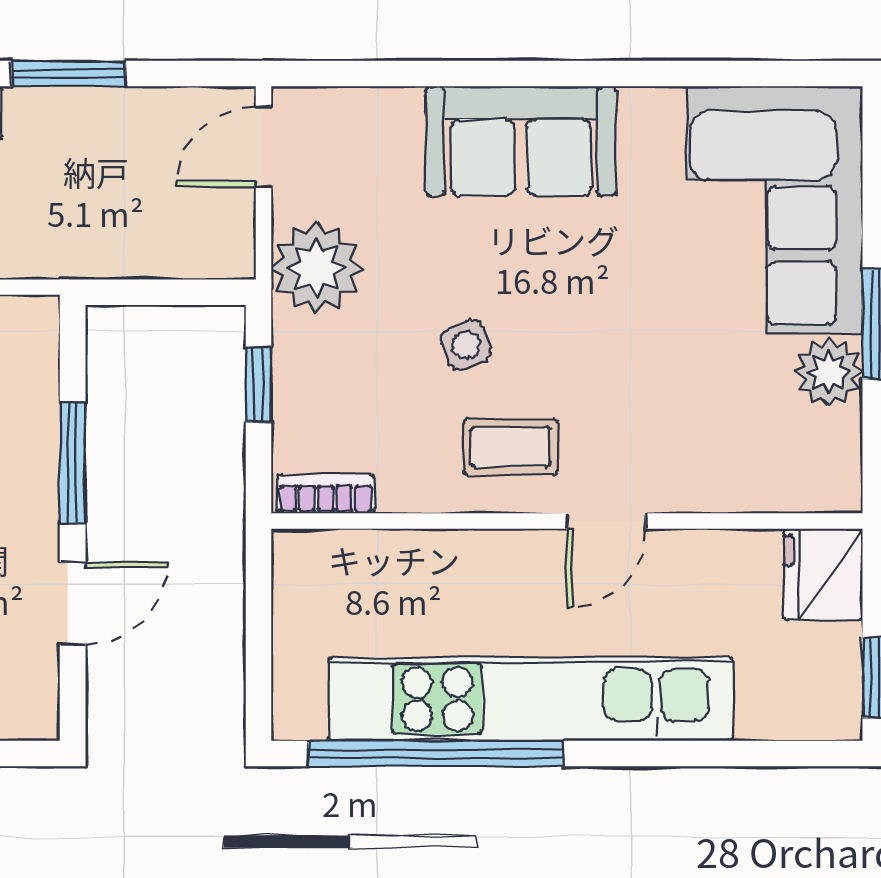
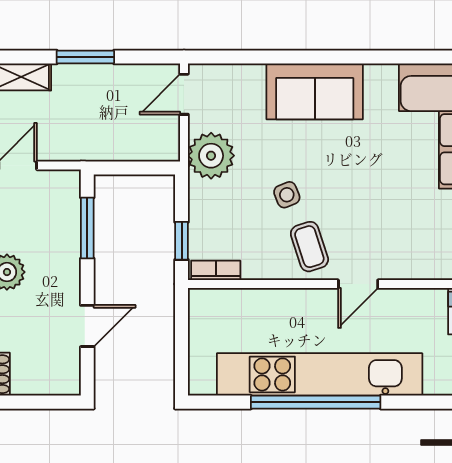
window: (258, 385) -> (182, 241), moved
coffee table: (511, 447) -> (309, 247), turned 72
window: (73, 463) -> (87, 228), moved
window: (436, 754) -> (316, 402), moved

